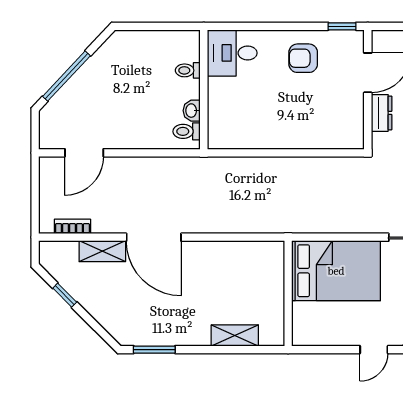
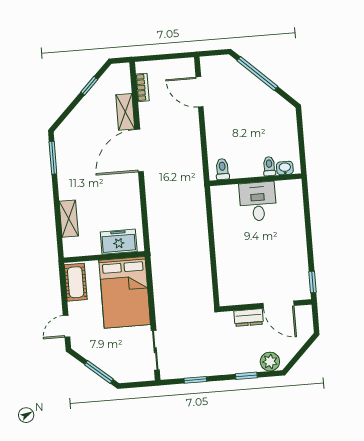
desk: (232, 53) -> (258, 201), moved
armchair: (303, 58) -> (286, 254), removed
washbasin: (192, 111) -> (285, 168), moved
freezer: (270, 273) -> (119, 242), added
cot: (318, 333) -> (76, 282), added
door: (374, 350) -> (67, 326), hinge flipped

